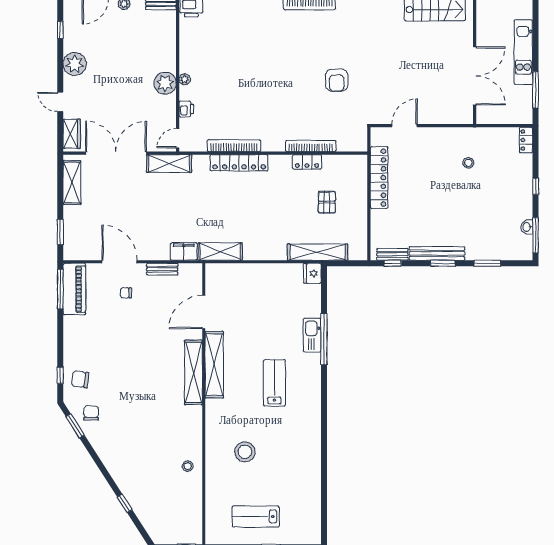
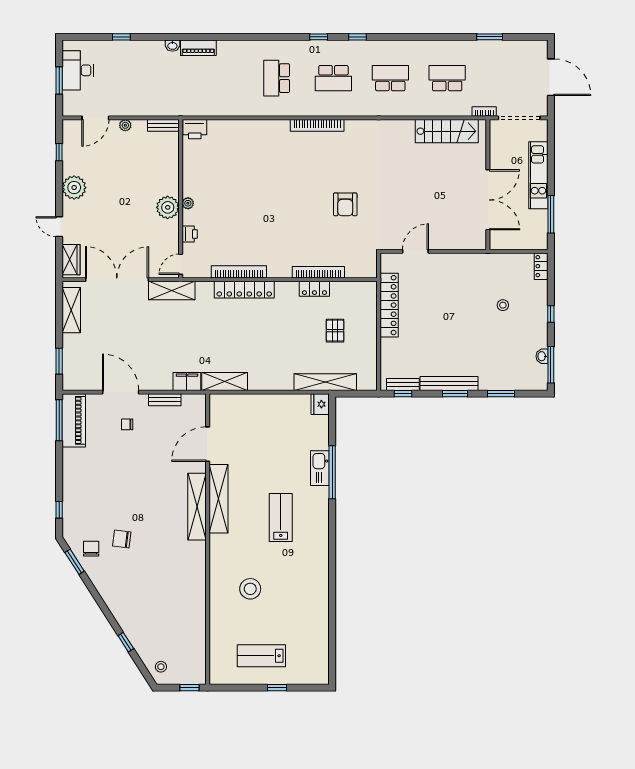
stool: (468, 163) -> (503, 305), moved
chair: (80, 379) -> (122, 539), moved
stool: (188, 466) -> (161, 667), moved

